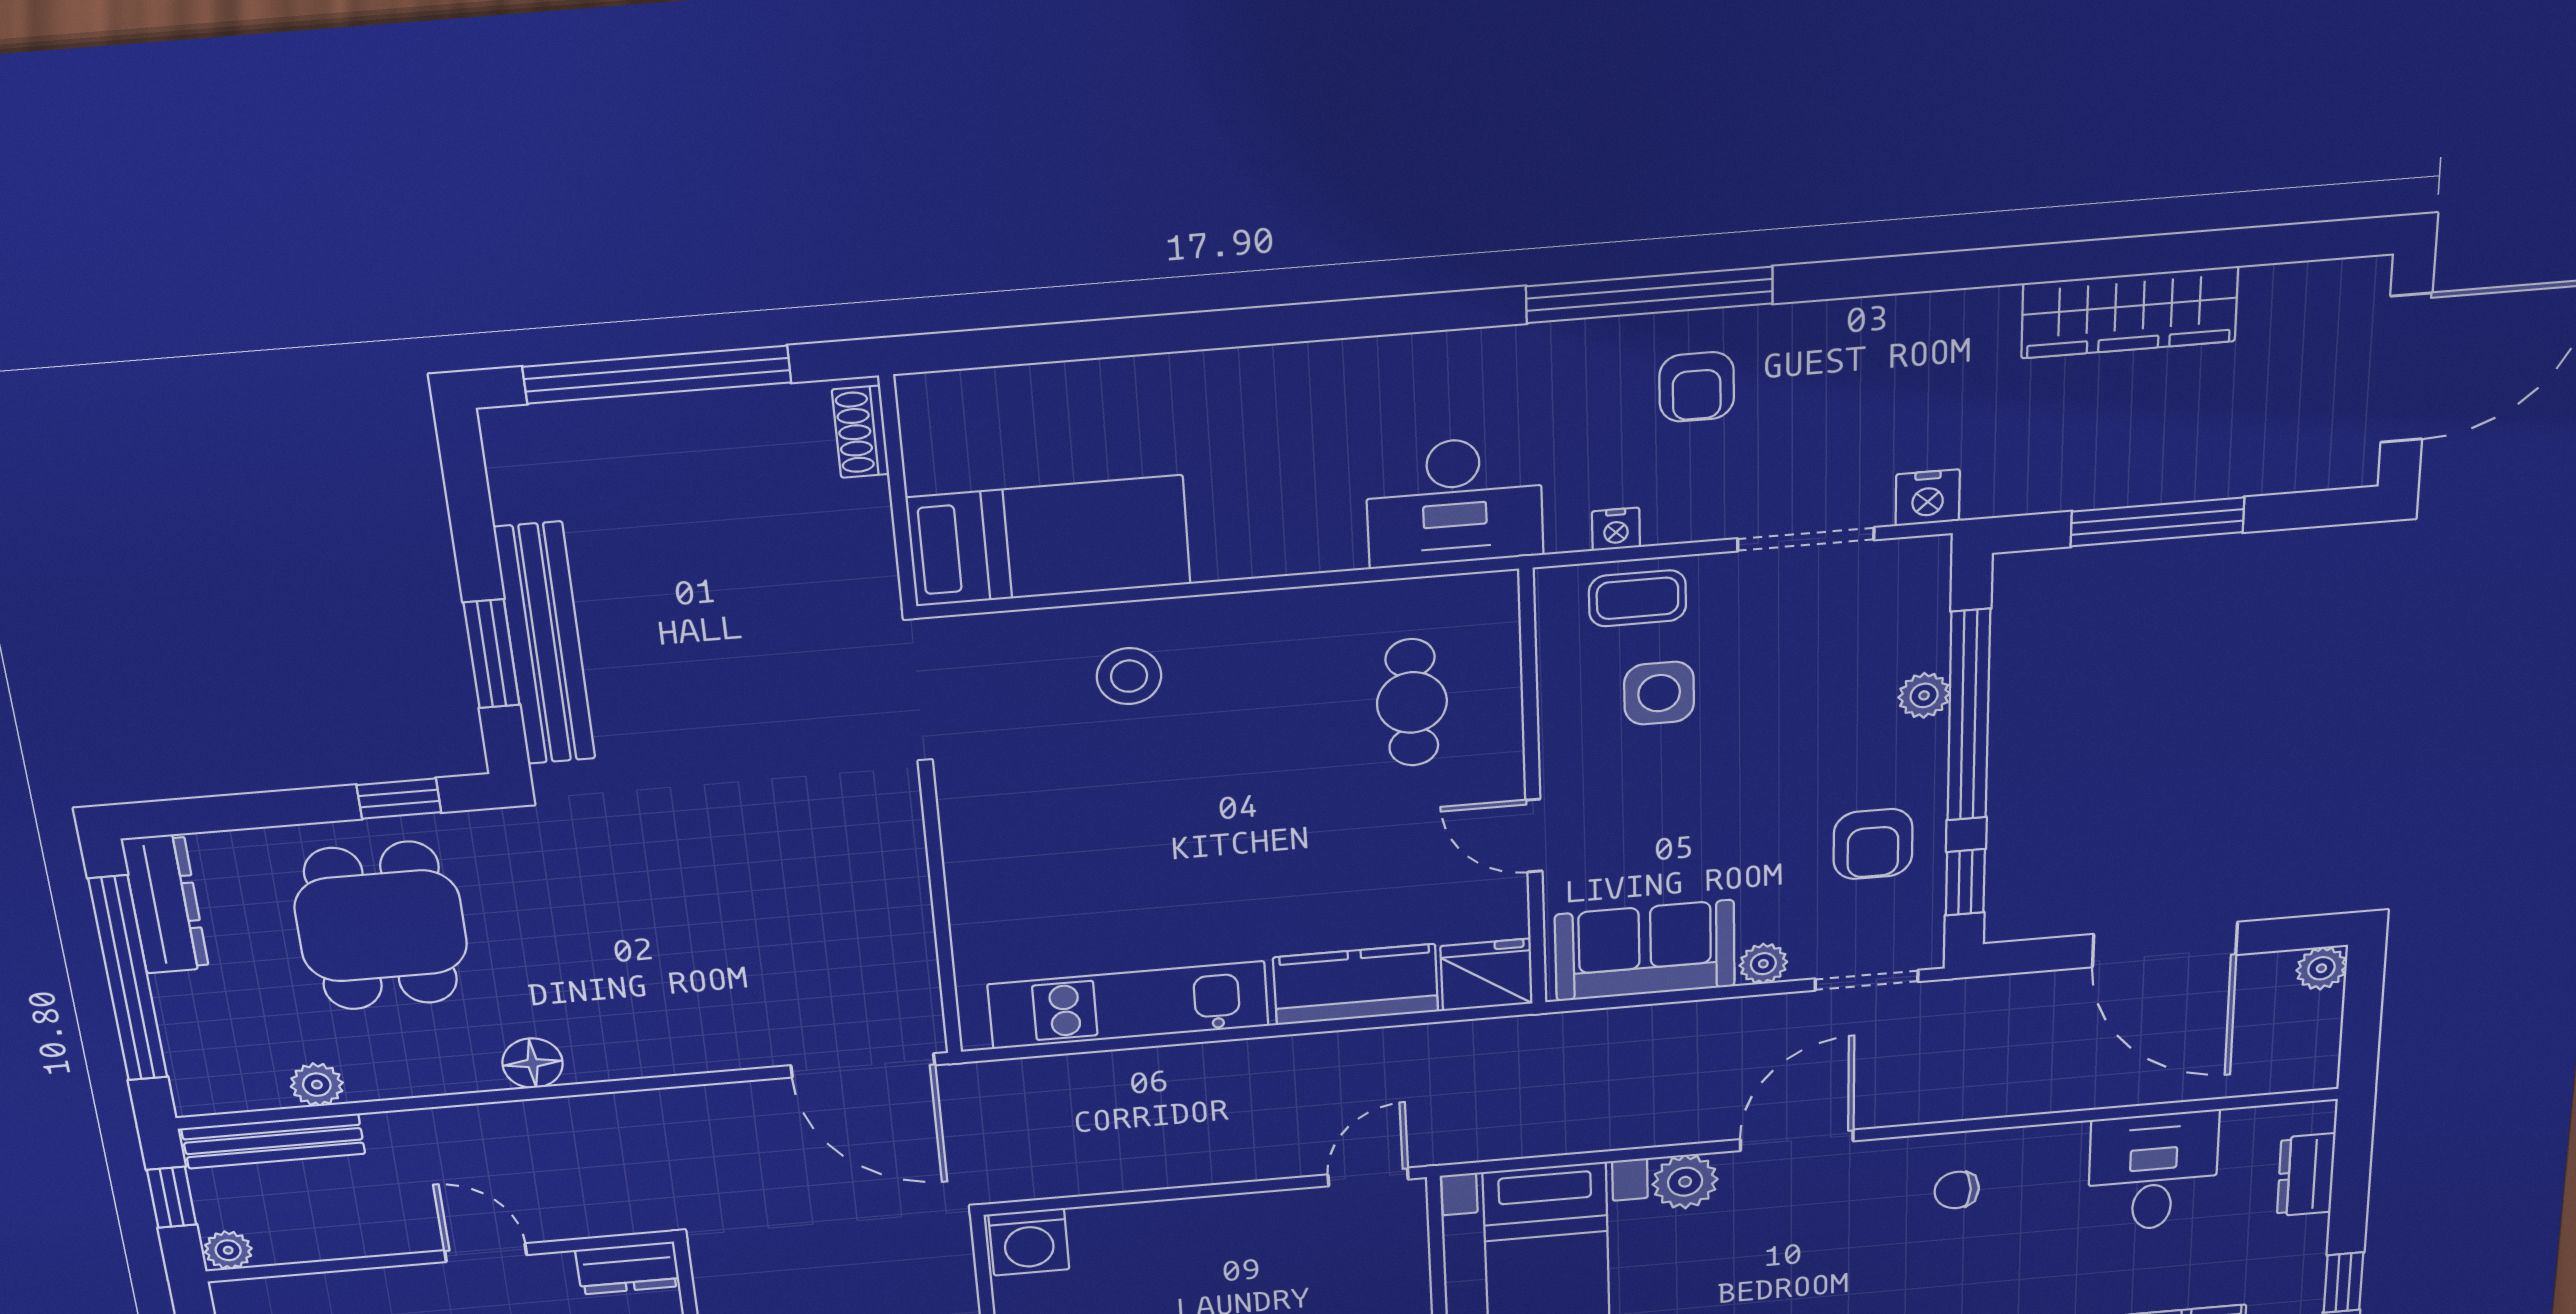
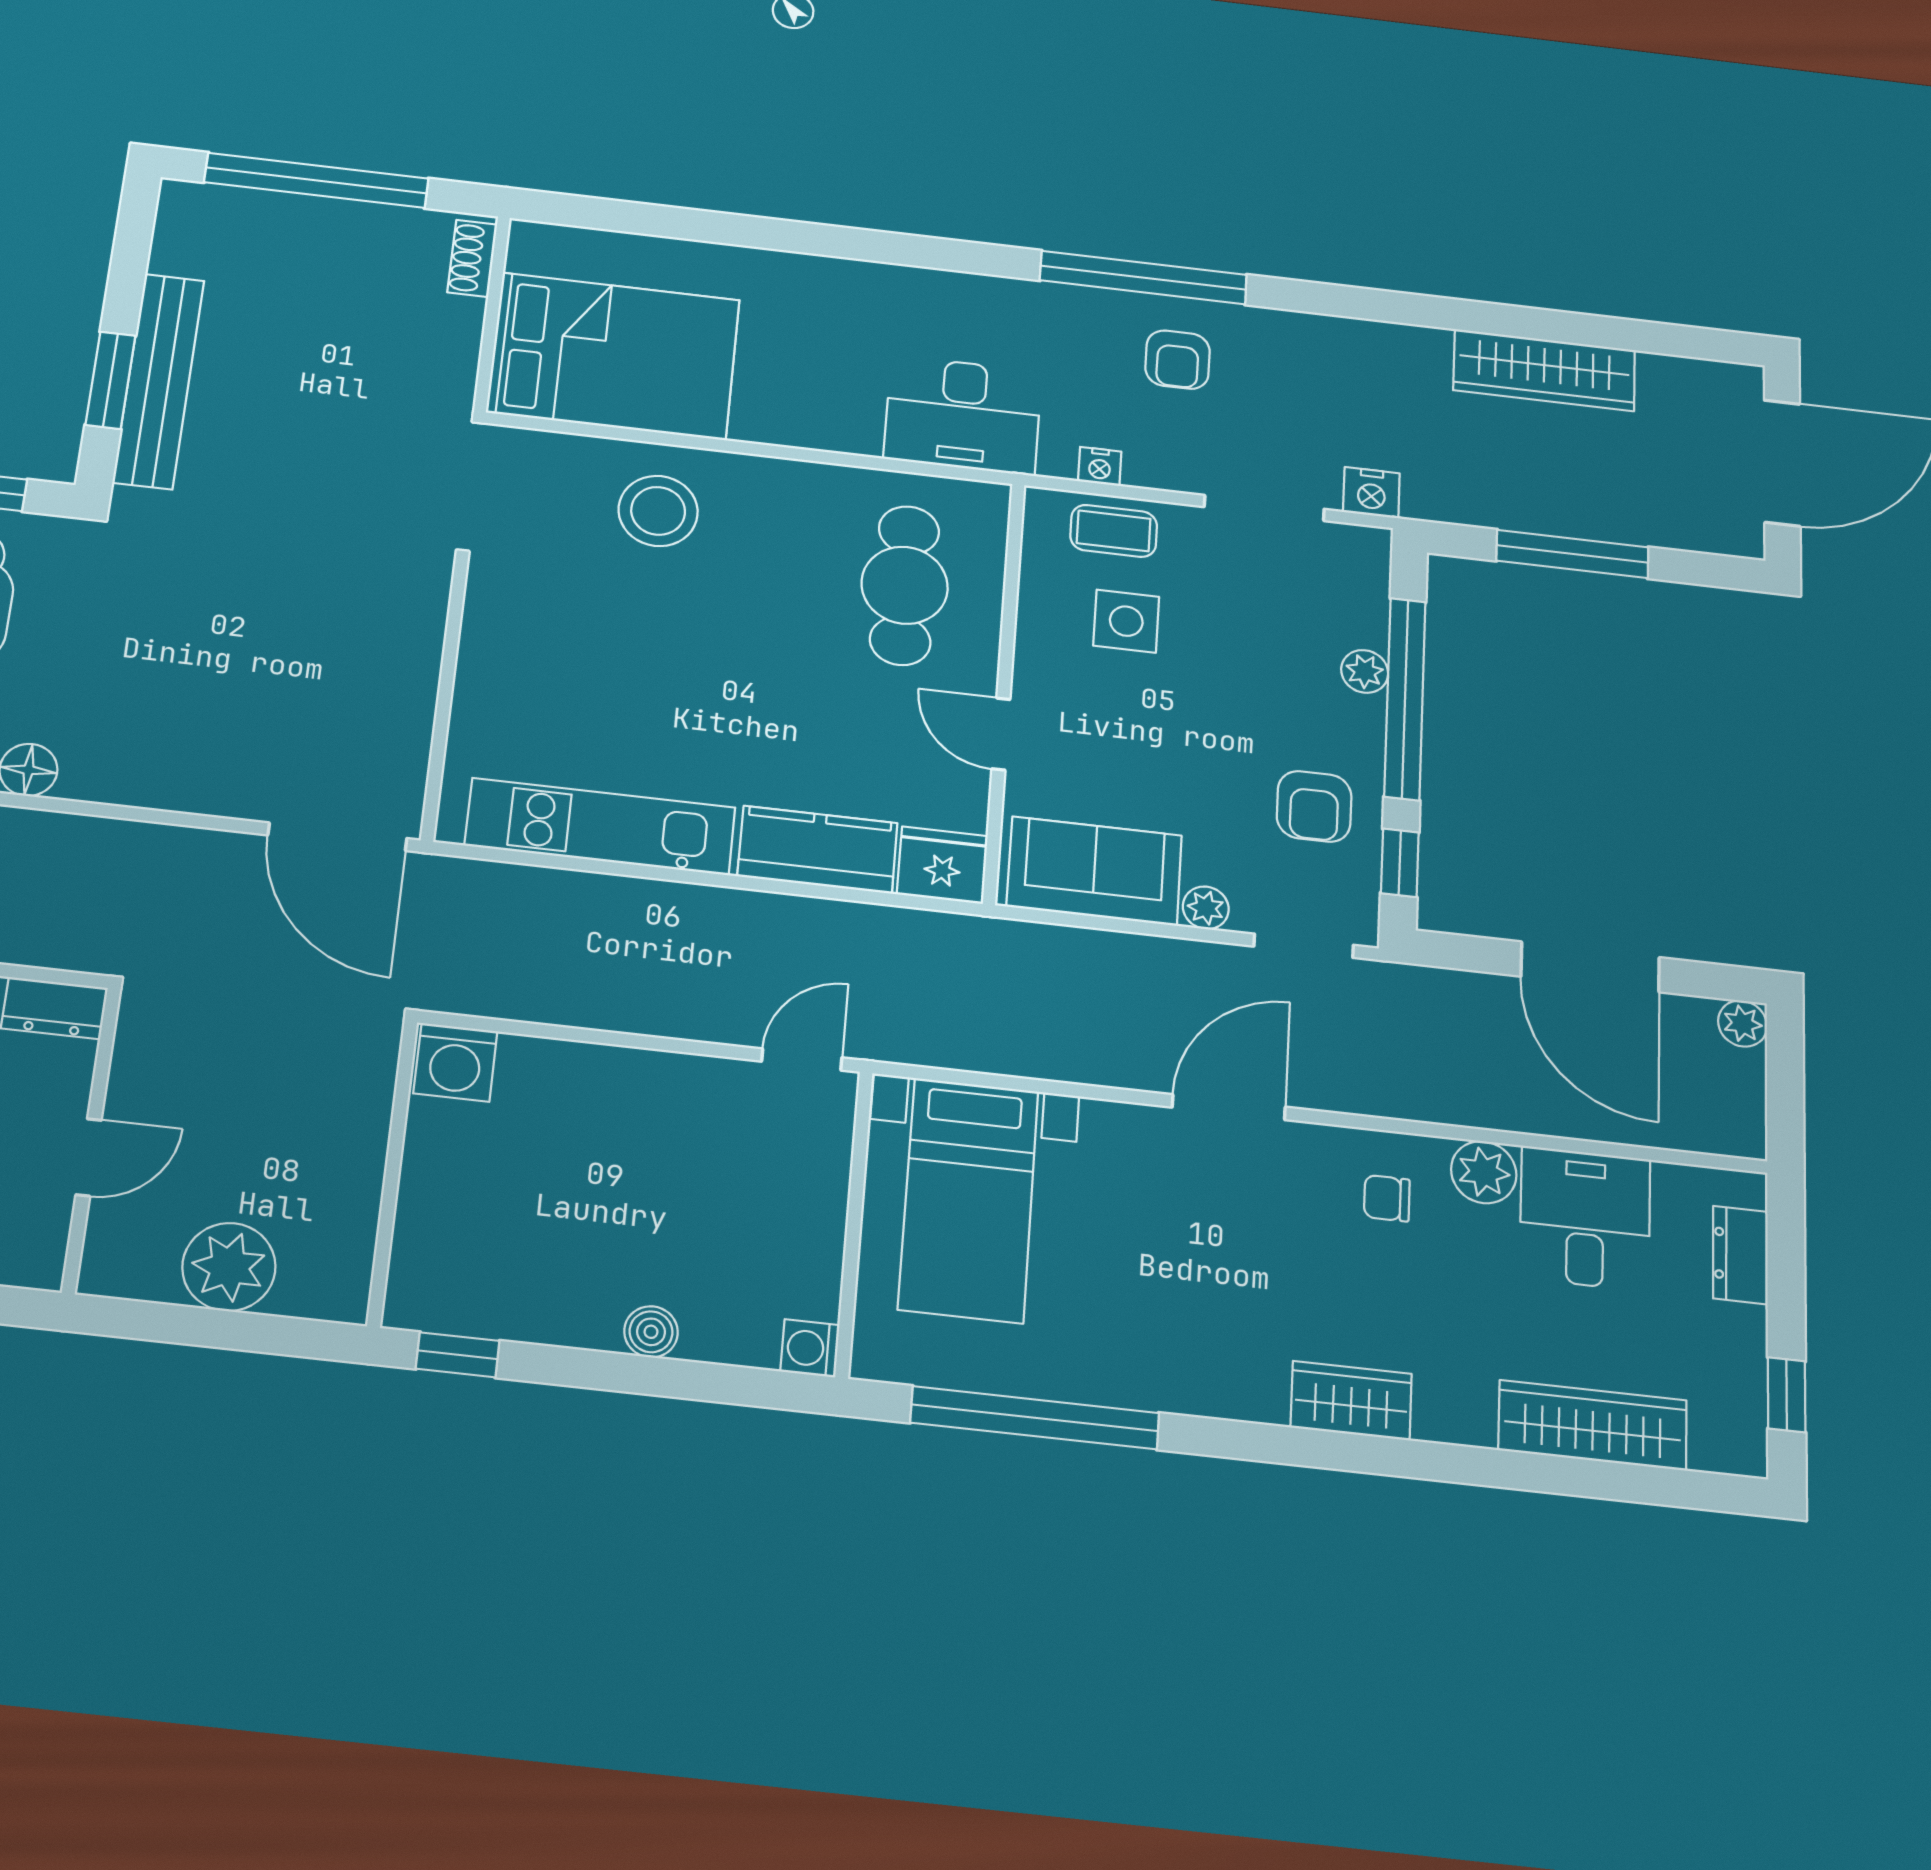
bed: (1049, 541) -> (614, 356), width x1.50
stool: (1129, 676) -> (658, 511), width x1.38, depth x1.38
cafe table: (1412, 702) -> (905, 585), width x1.37, depth x1.35
plant: (1685, 1182) -> (1484, 1172), moved

